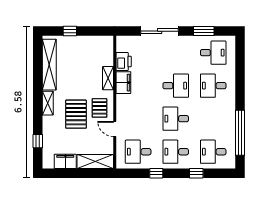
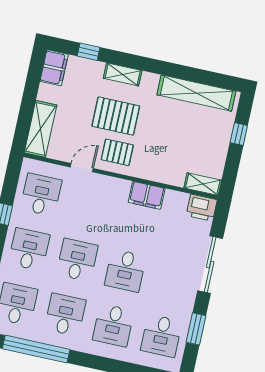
printer: (124, 62) -> (202, 208), moved
shelving: (108, 78) -> (203, 184), moved
desk: (213, 86) -> (113, 325), turned 180
shelving: (48, 103) -> (123, 74), moved
desk: (213, 119) -> (65, 315), added
filing cabinet: (65, 161) -> (54, 68), moved

